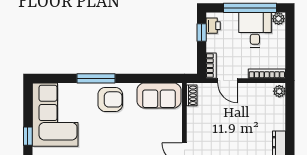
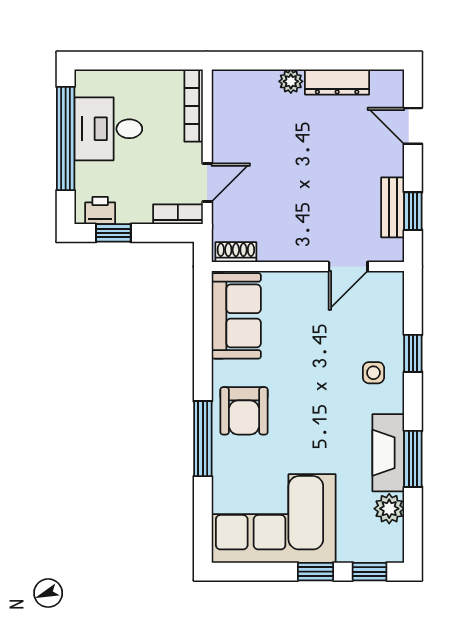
plant: (279, 19) -> (86, 83), removed
plant: (279, 91) -> (291, 81), moved
armchair: (110, 99) -> (244, 411), turned 180

